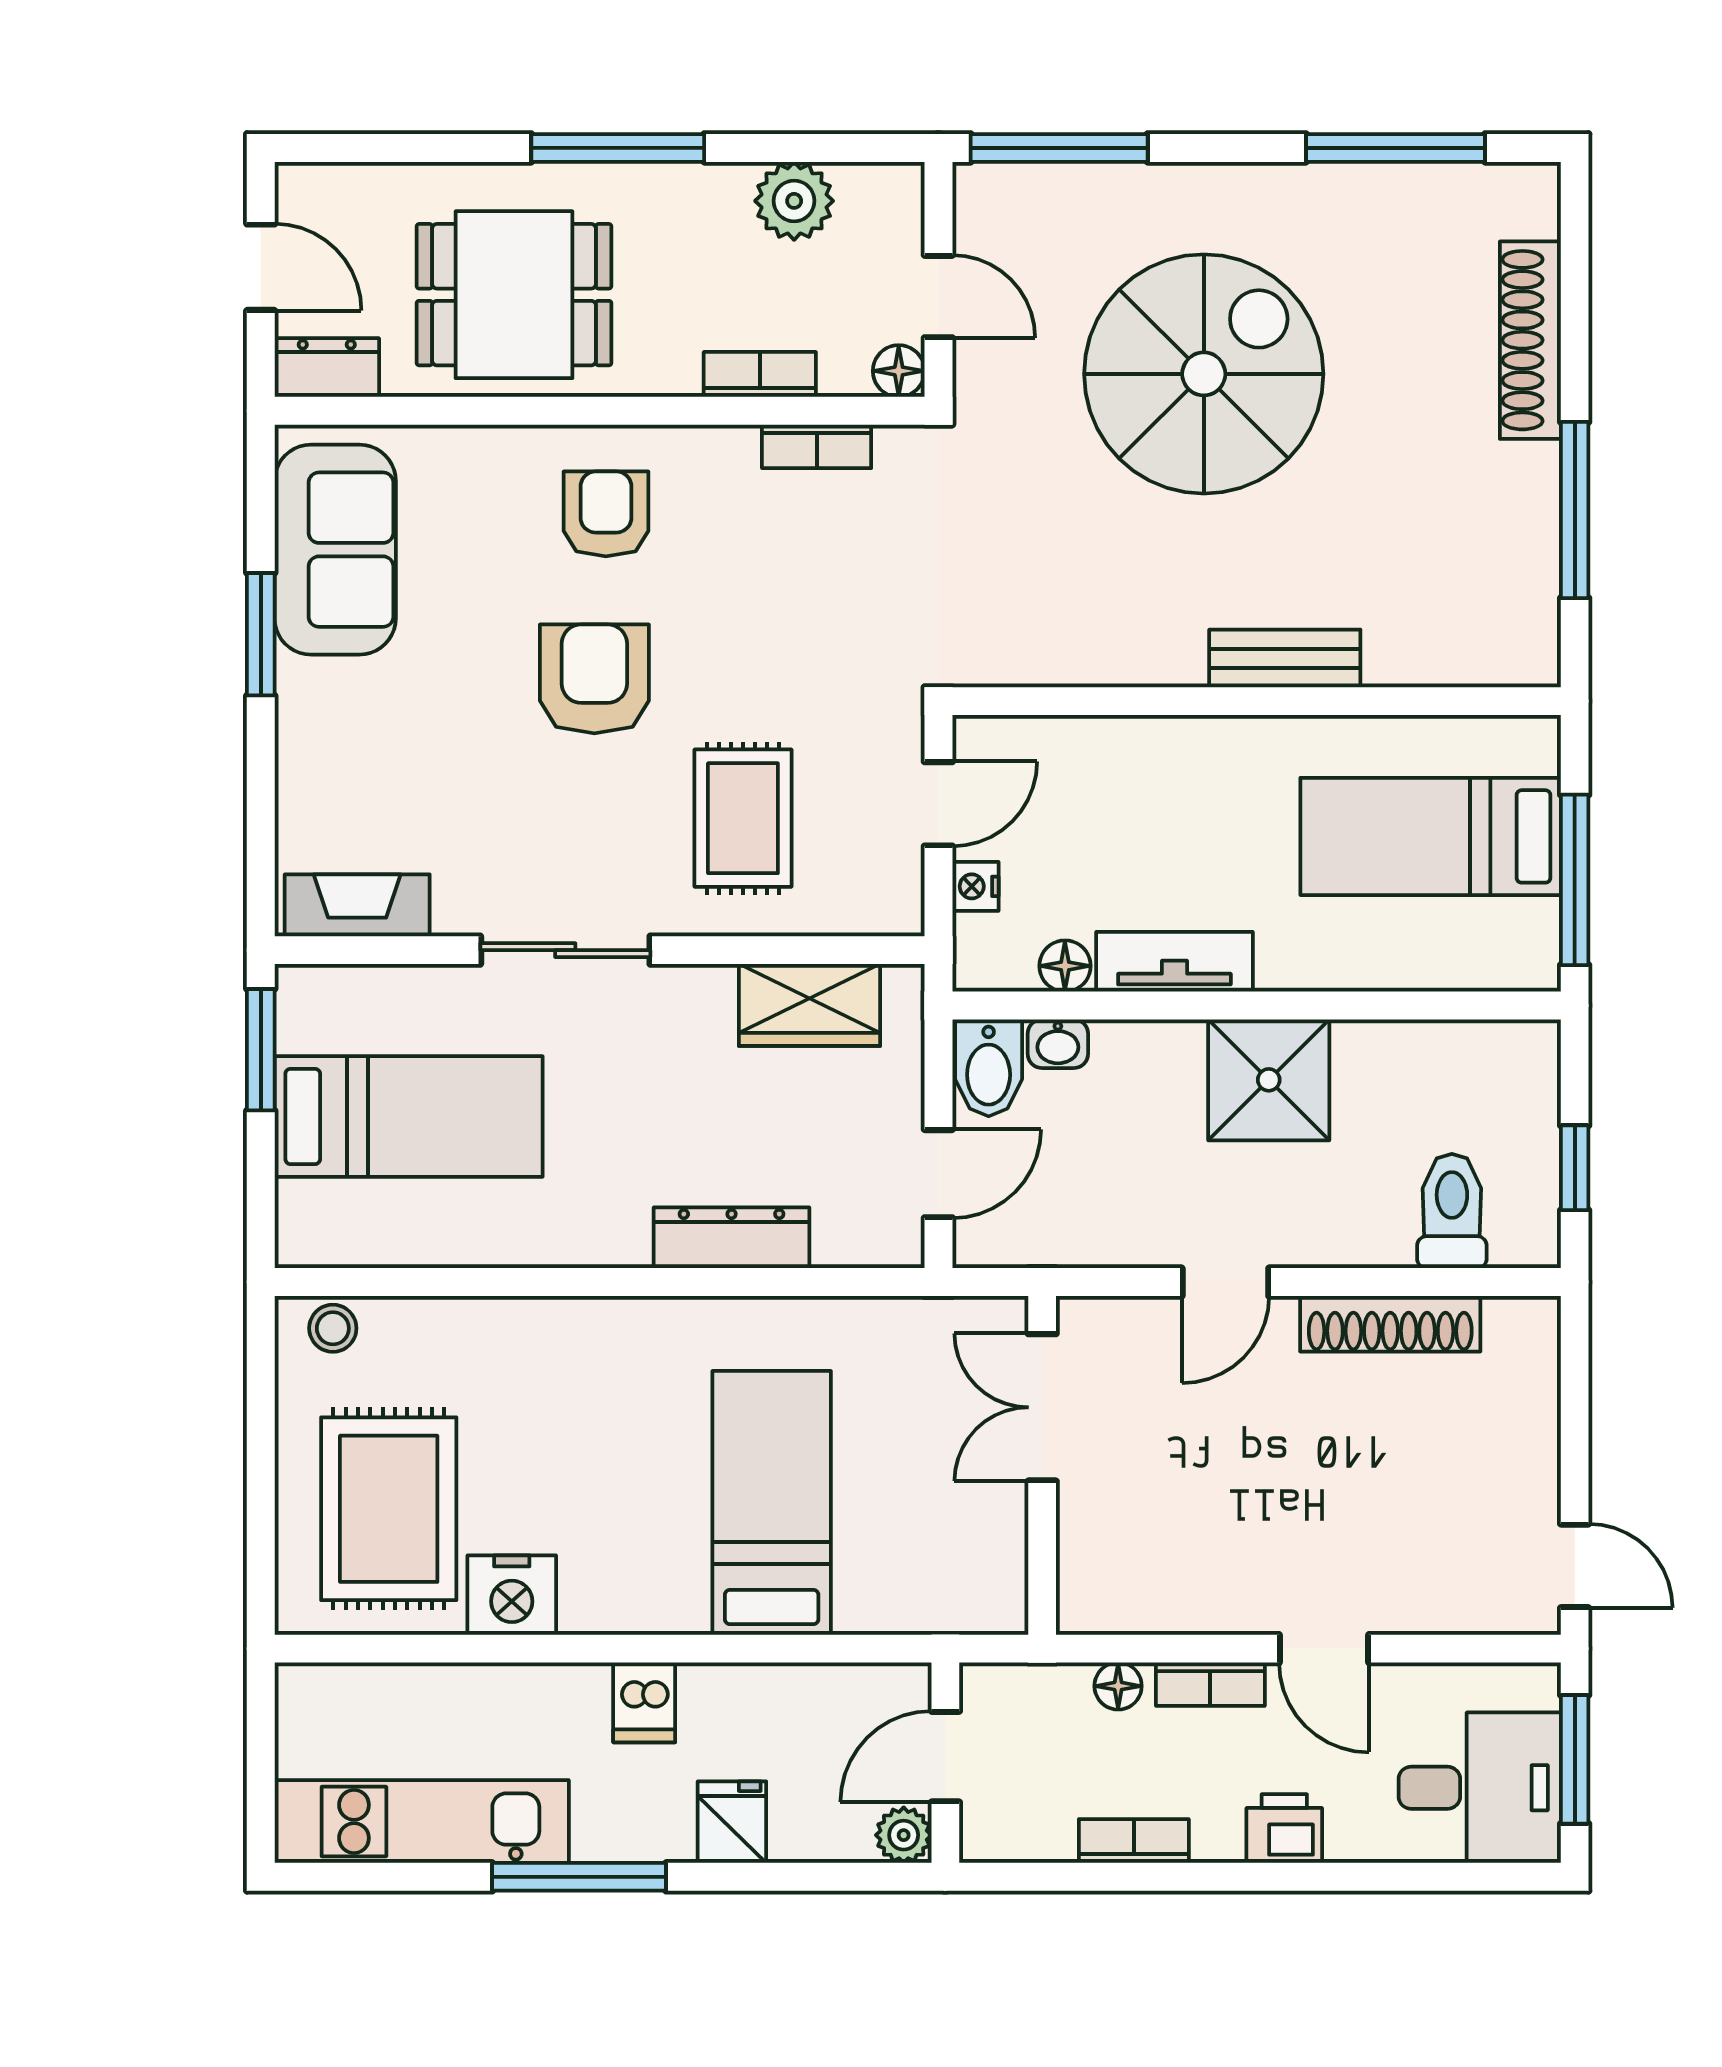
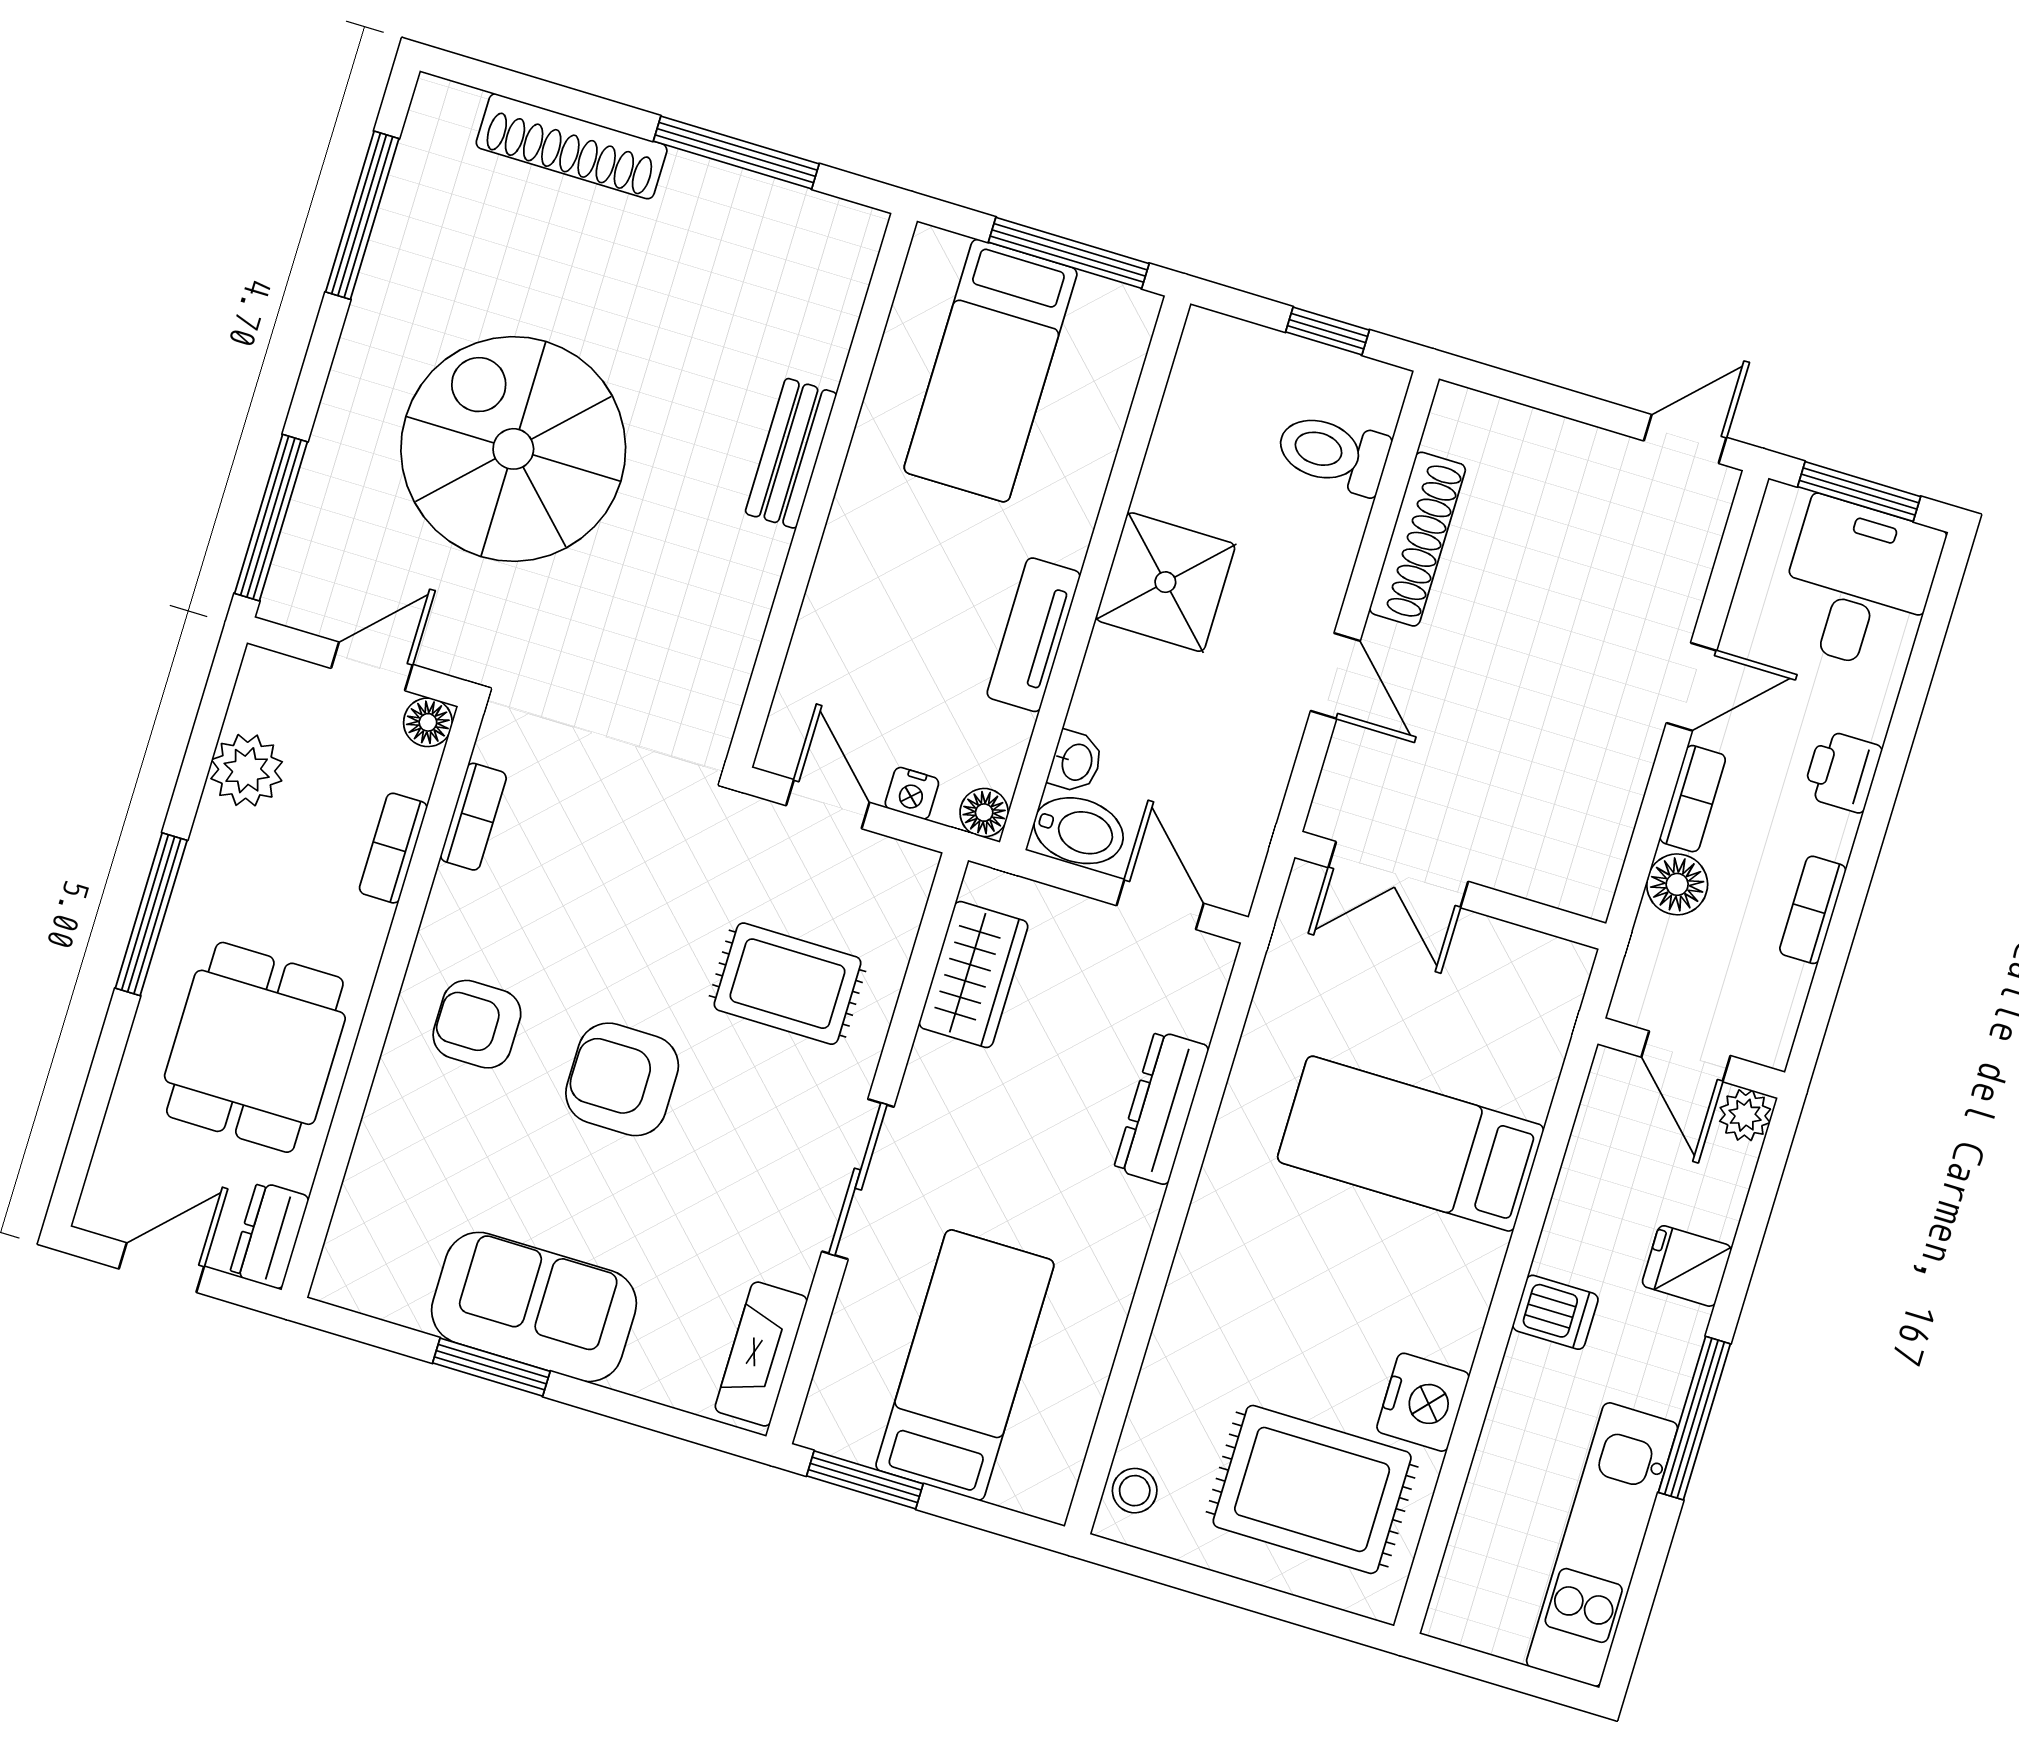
sofa: (335, 550) -> (534, 1307), moved
floor lamp: (1065, 966) -> (984, 813), moved
floor lamp: (1118, 1686) -> (1677, 884), width x1.37, depth x1.37

